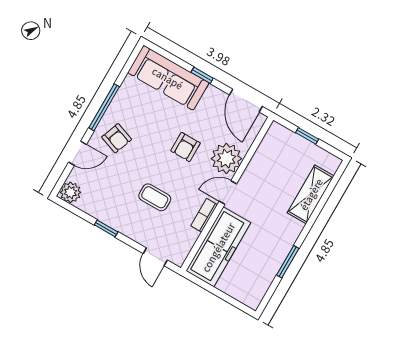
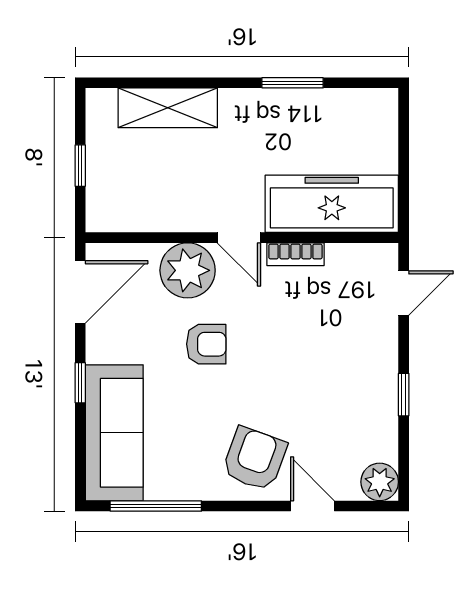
window: (104, 107) -> (156, 506), moved
armchair: (117, 138) -> (254, 459), width x1.38, depth x1.38
coffee table: (155, 197) -> (312, 347), removed

